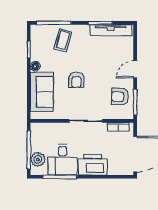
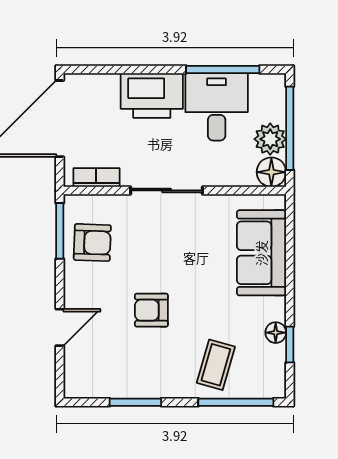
tv unit: (111, 30) -> (112, 386), removed
floor lamp: (35, 66) -> (276, 333), moved
door: (135, 69) -> (60, 327), moved
armchair: (76, 80) -> (151, 310), moved, turned -90
floor lamp: (37, 129) -> (271, 172), added
plant: (38, 159) -> (270, 139), moved

